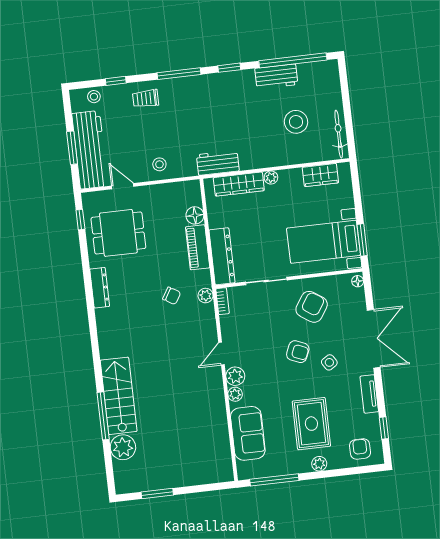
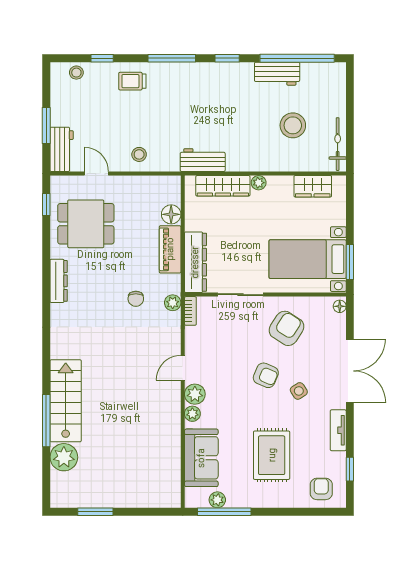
workbench: (90, 150) -> (62, 149), width x0.53, depth x0.76
chair: (172, 296) -> (136, 299), turned 59
plant: (319, 464) -> (217, 500), moved

